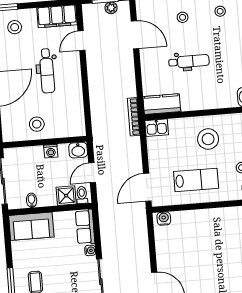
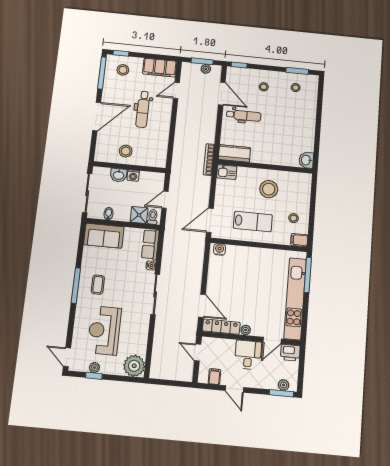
dental chair: (189, 61) -> (244, 115), moved
washbasin: (78, 150) -> (119, 175), moved

